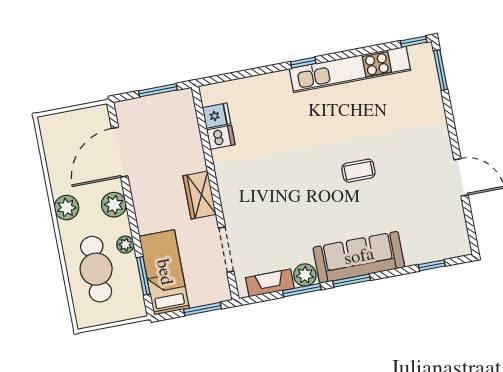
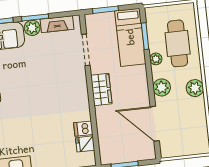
door: (120, 152) -> (155, 124), swing flipped

